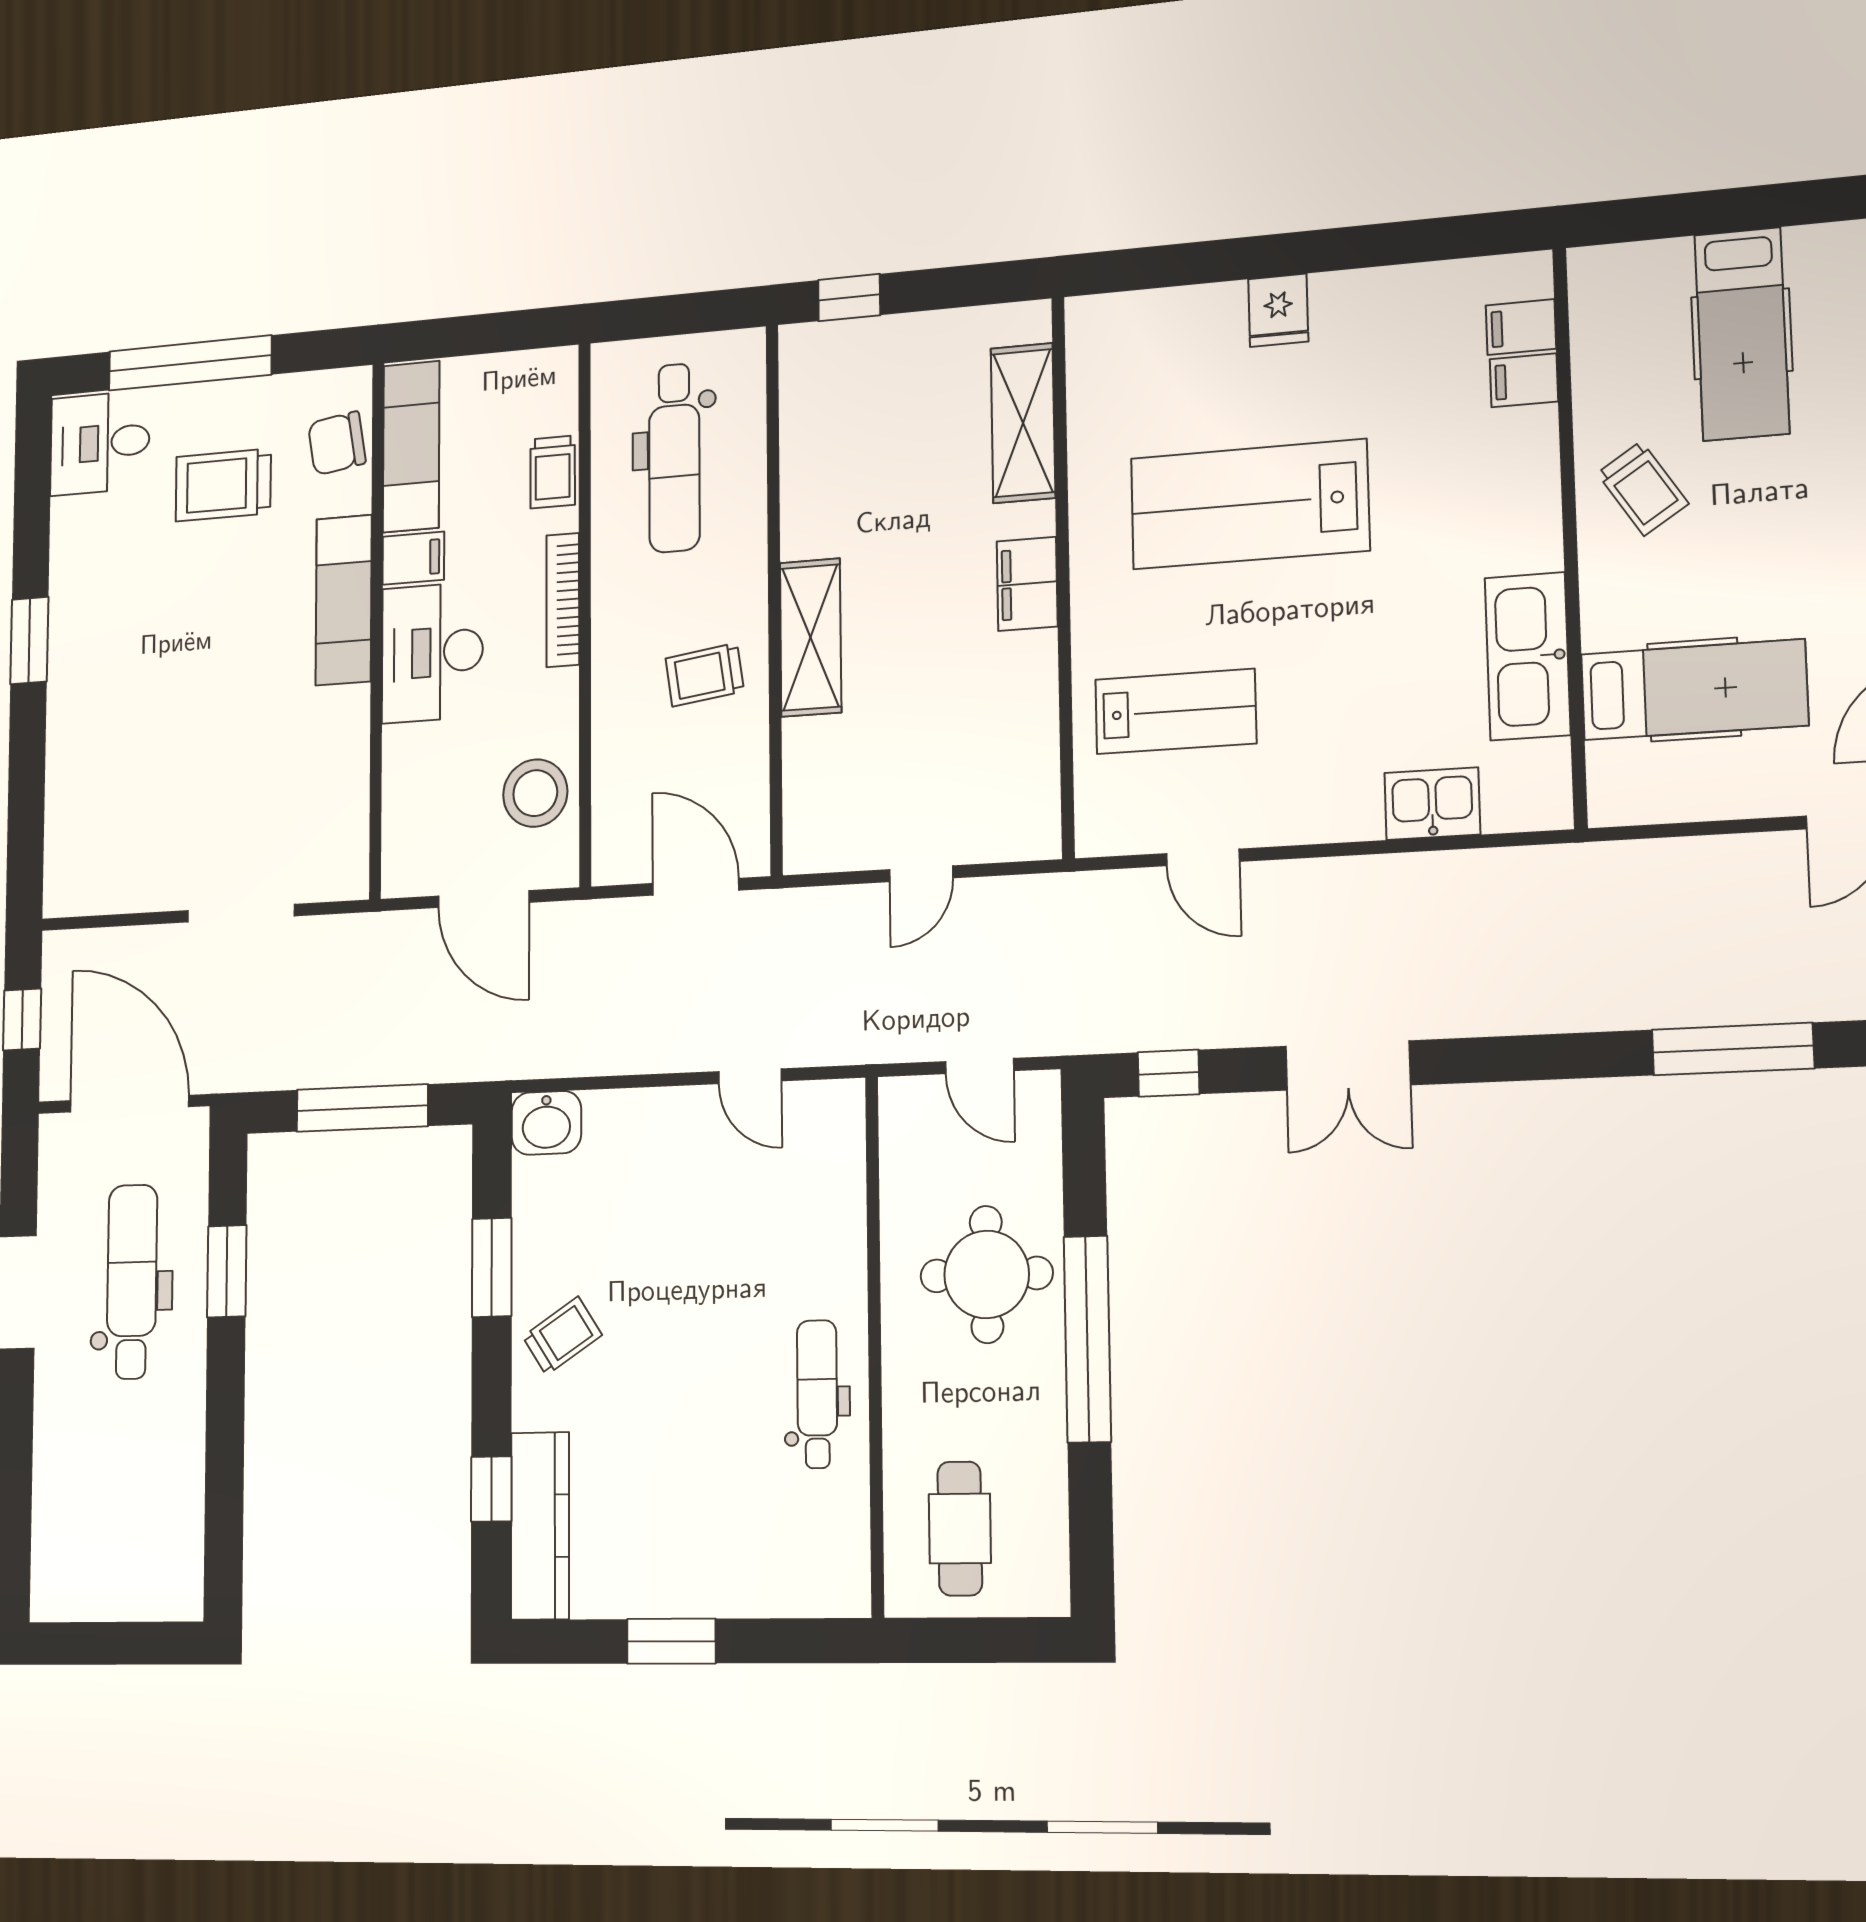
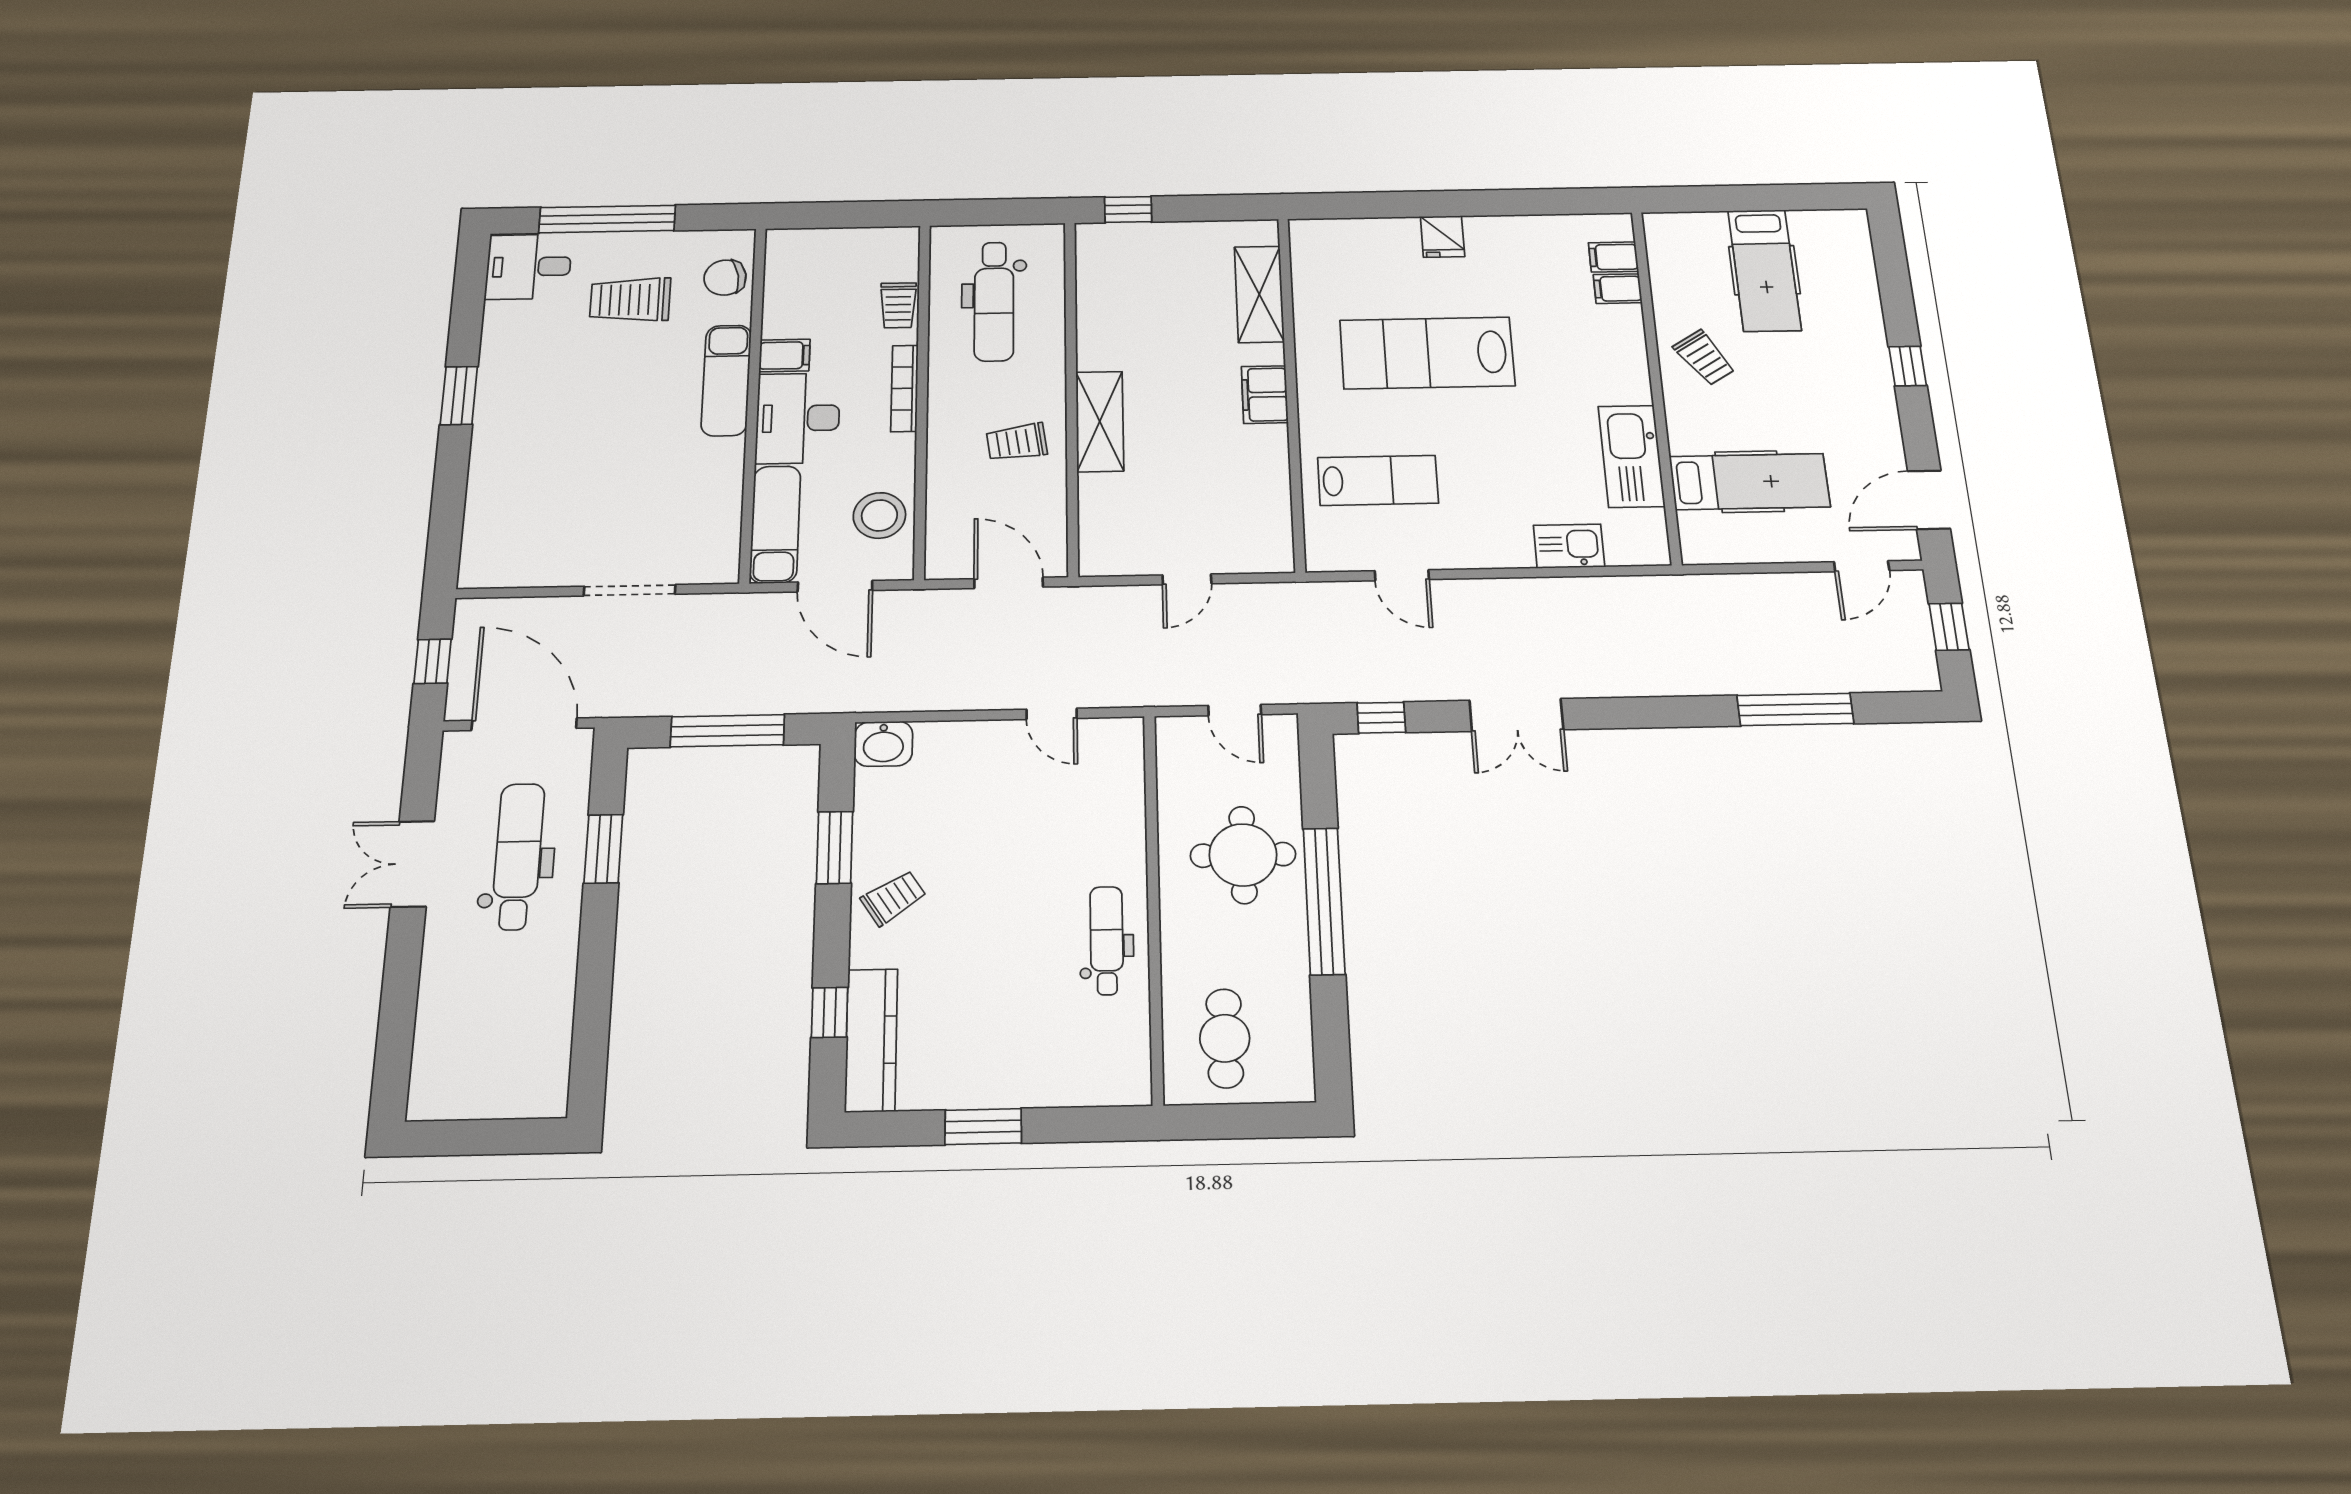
exam couch: (411, 447) -> (775, 524), moved

